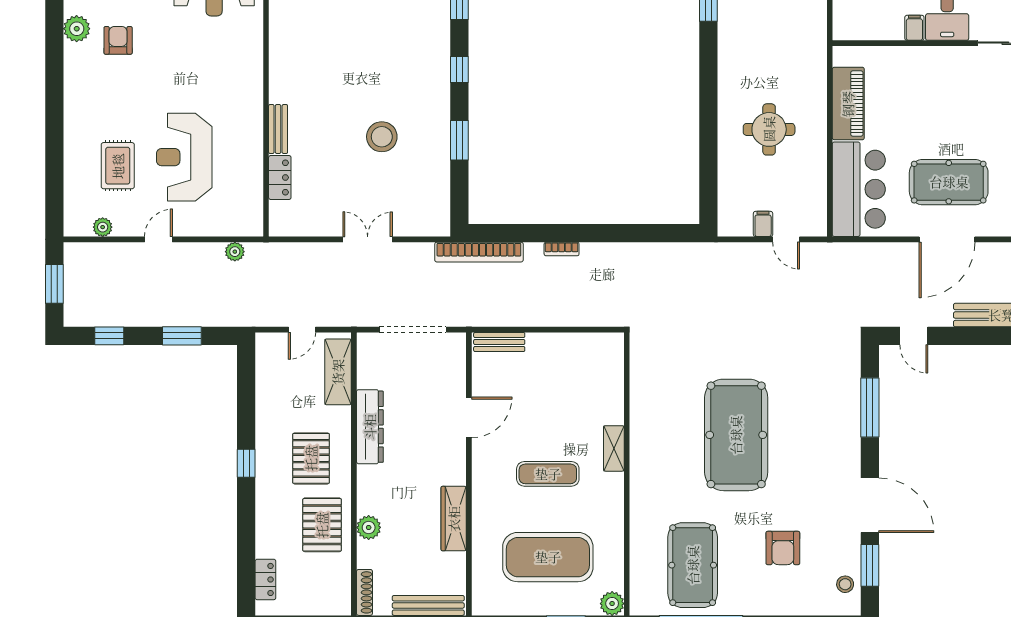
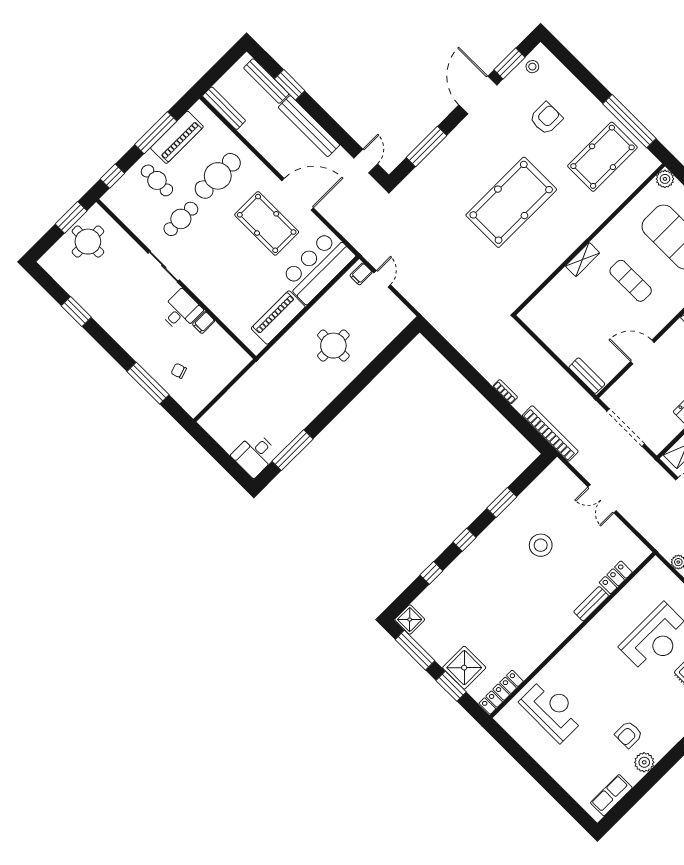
filing cabinet: (763, 224) -> (361, 274), moved

